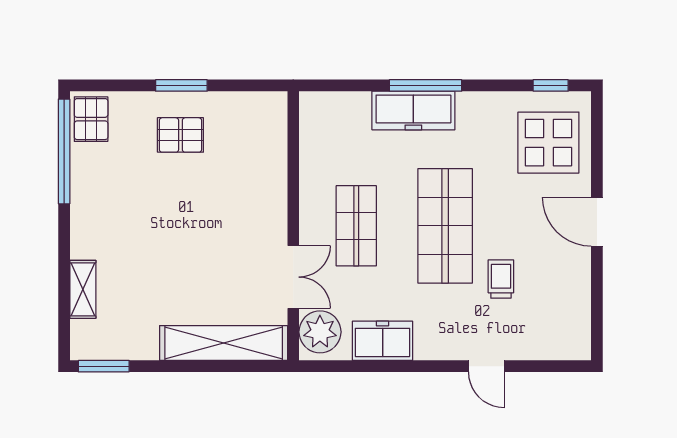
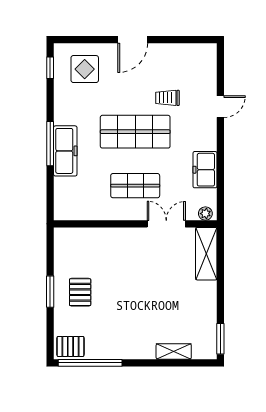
display table: (548, 143) -> (85, 69), width x0.73, depth x0.73
plant: (320, 332) -> (205, 214), width x0.53, depth x0.53
shelving: (224, 343) -> (206, 254), width x0.68

